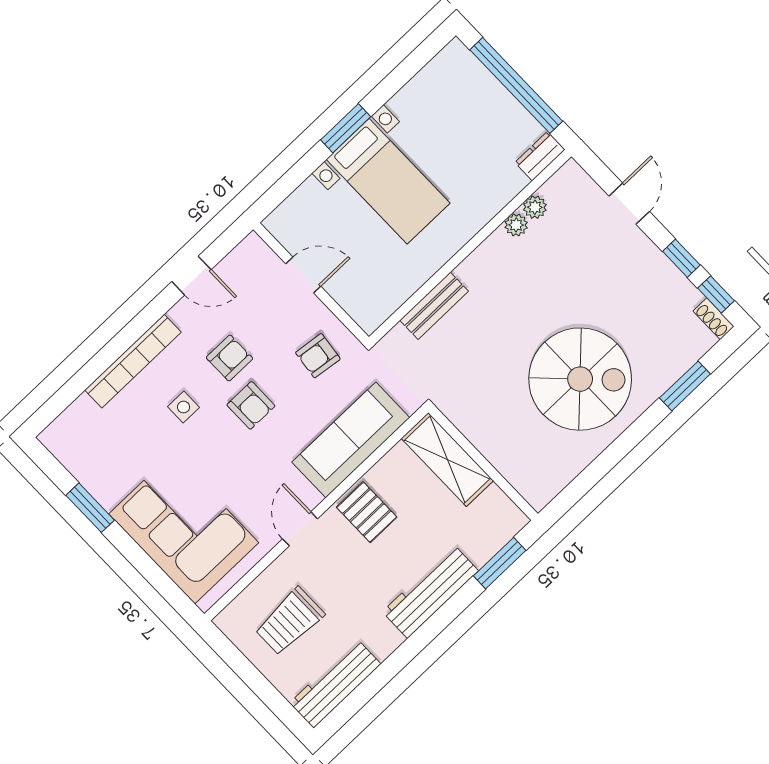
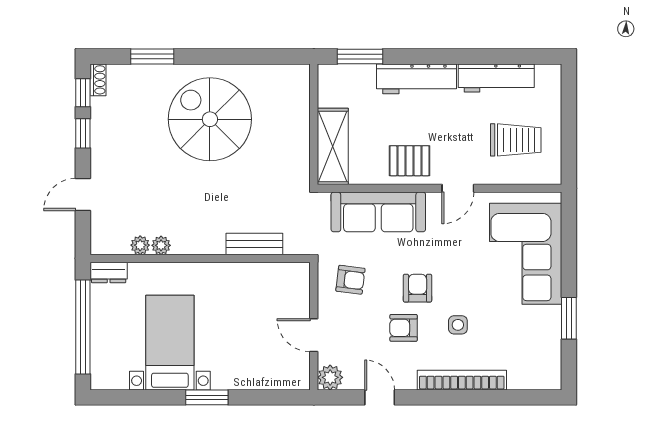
bed with nightstands: (388, 181) -> (170, 343), moved
plant: (253, 251) -> (330, 377), added
pallet: (367, 512) -> (409, 161), turned 90
workbench: (335, 683) -> (496, 78), moved

